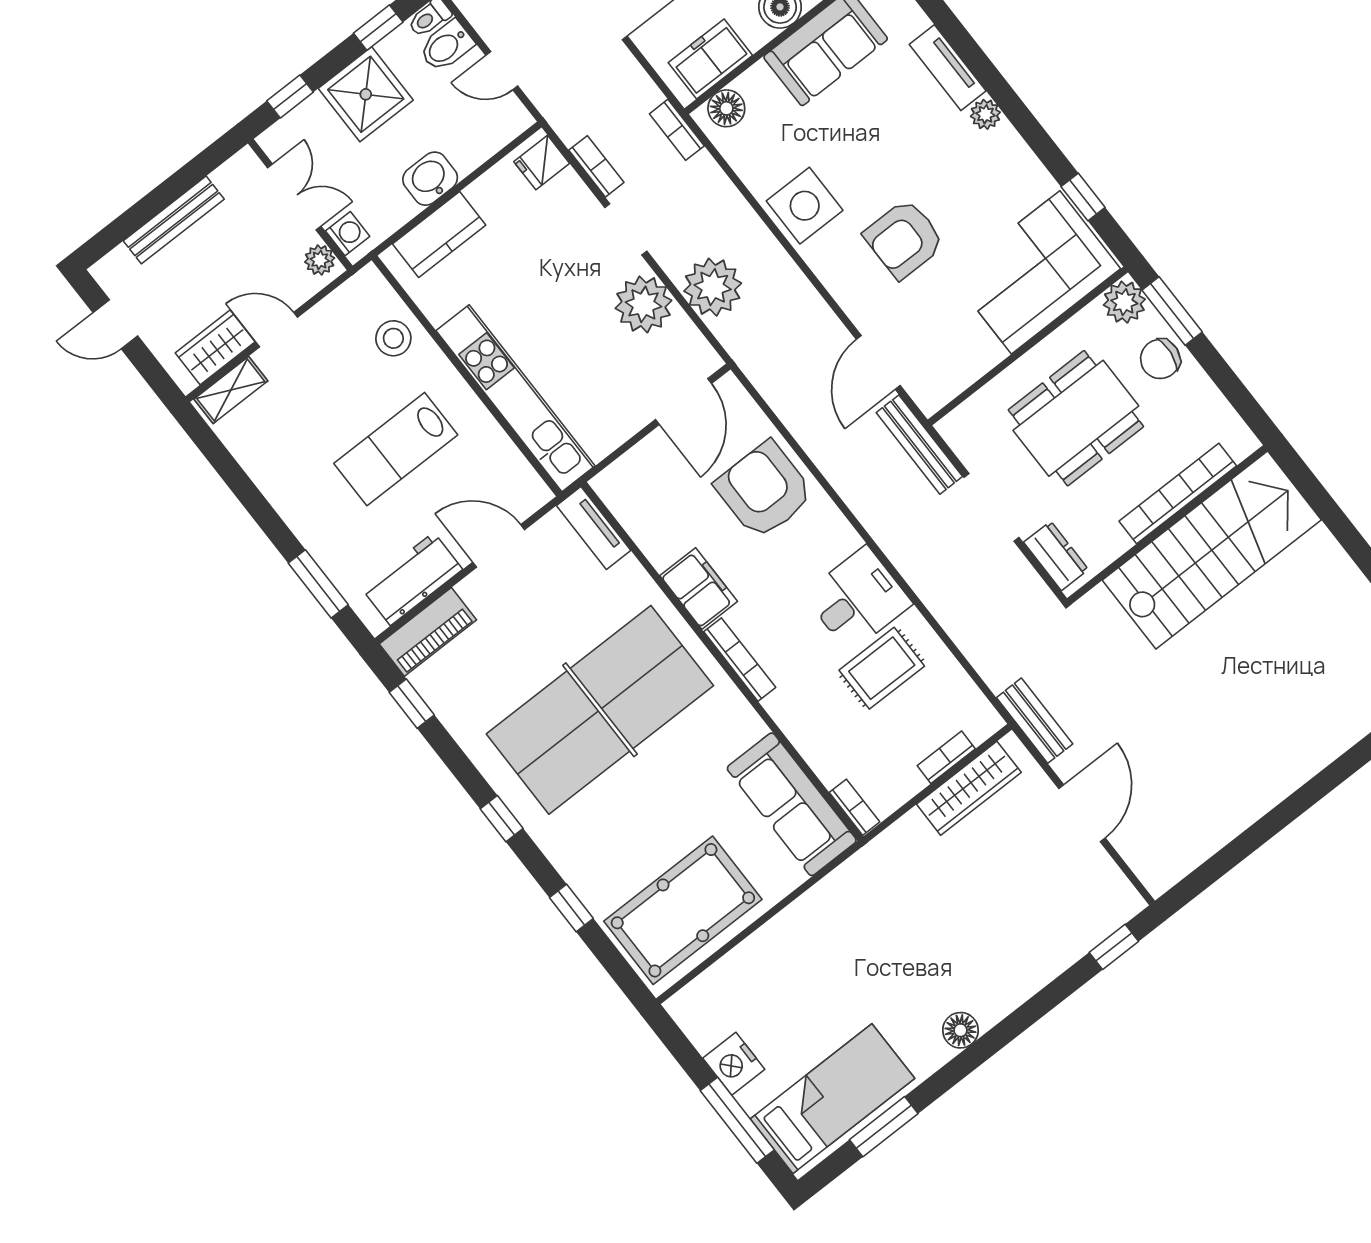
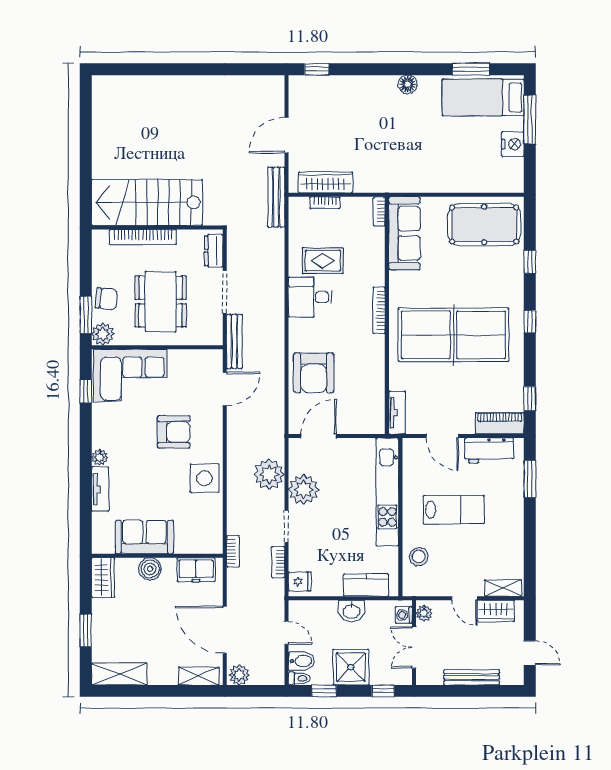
floor lamp: (726, 108) -> (205, 544), removed
dining table: (1076, 418) -> (161, 302), turned 90
filing cabinet: (699, 589) -> (373, 353), removed
bench: (1035, 721) -> (276, 197), width x1.36

